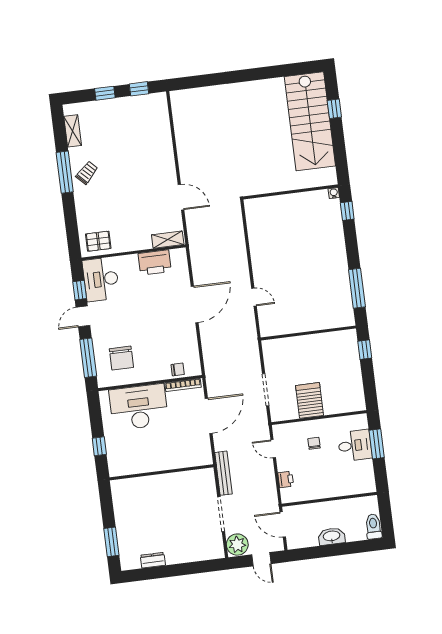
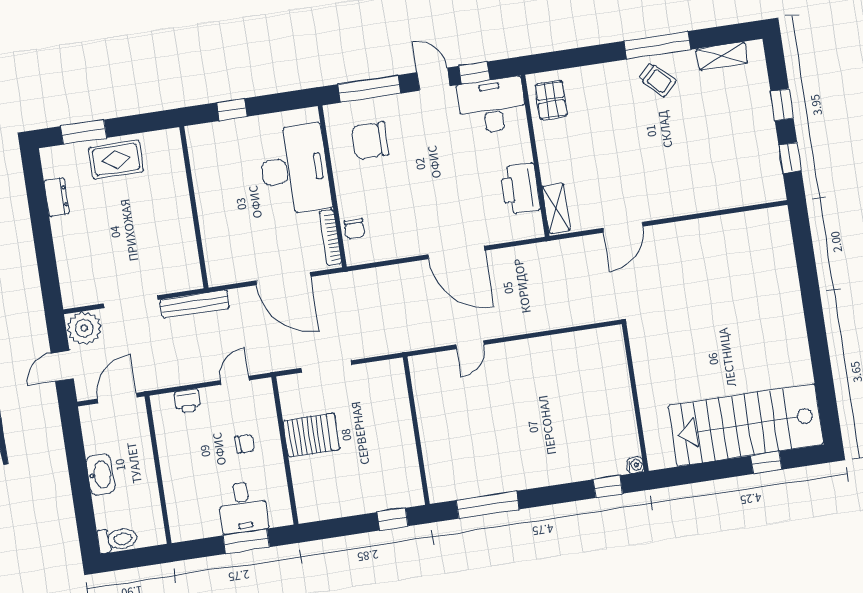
rug: (130, 521) -> (116, 159), added

